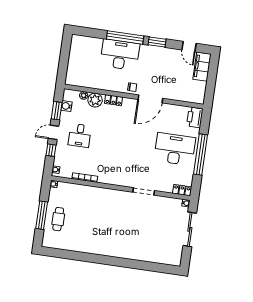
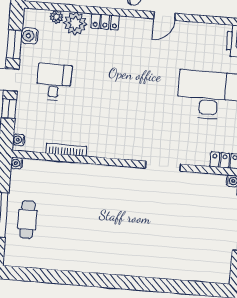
door: (150, 99) -> (165, 16), width x0.53
desk: (80, 135) -> (54, 82), turned 180

